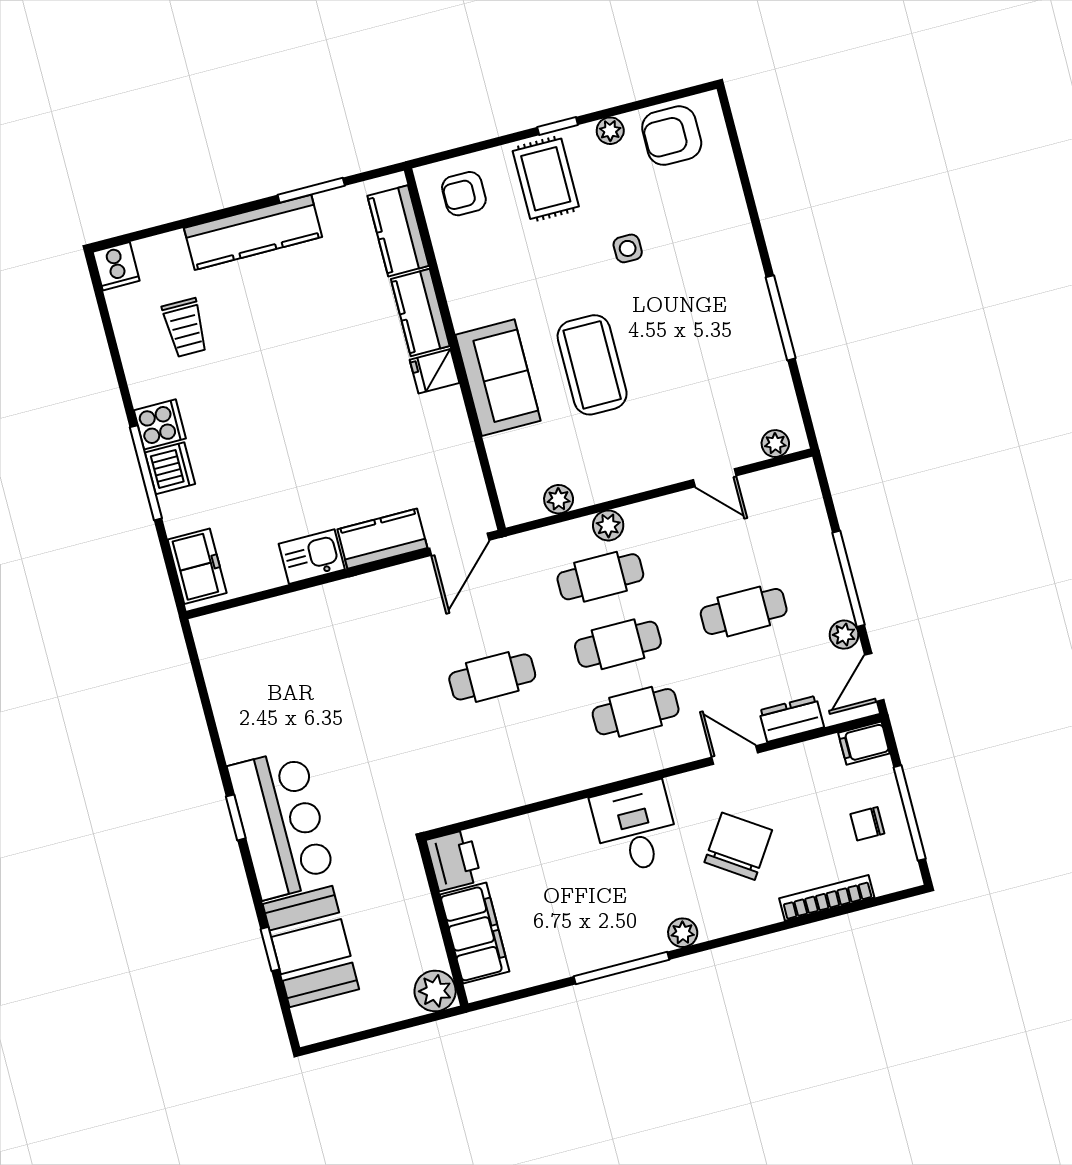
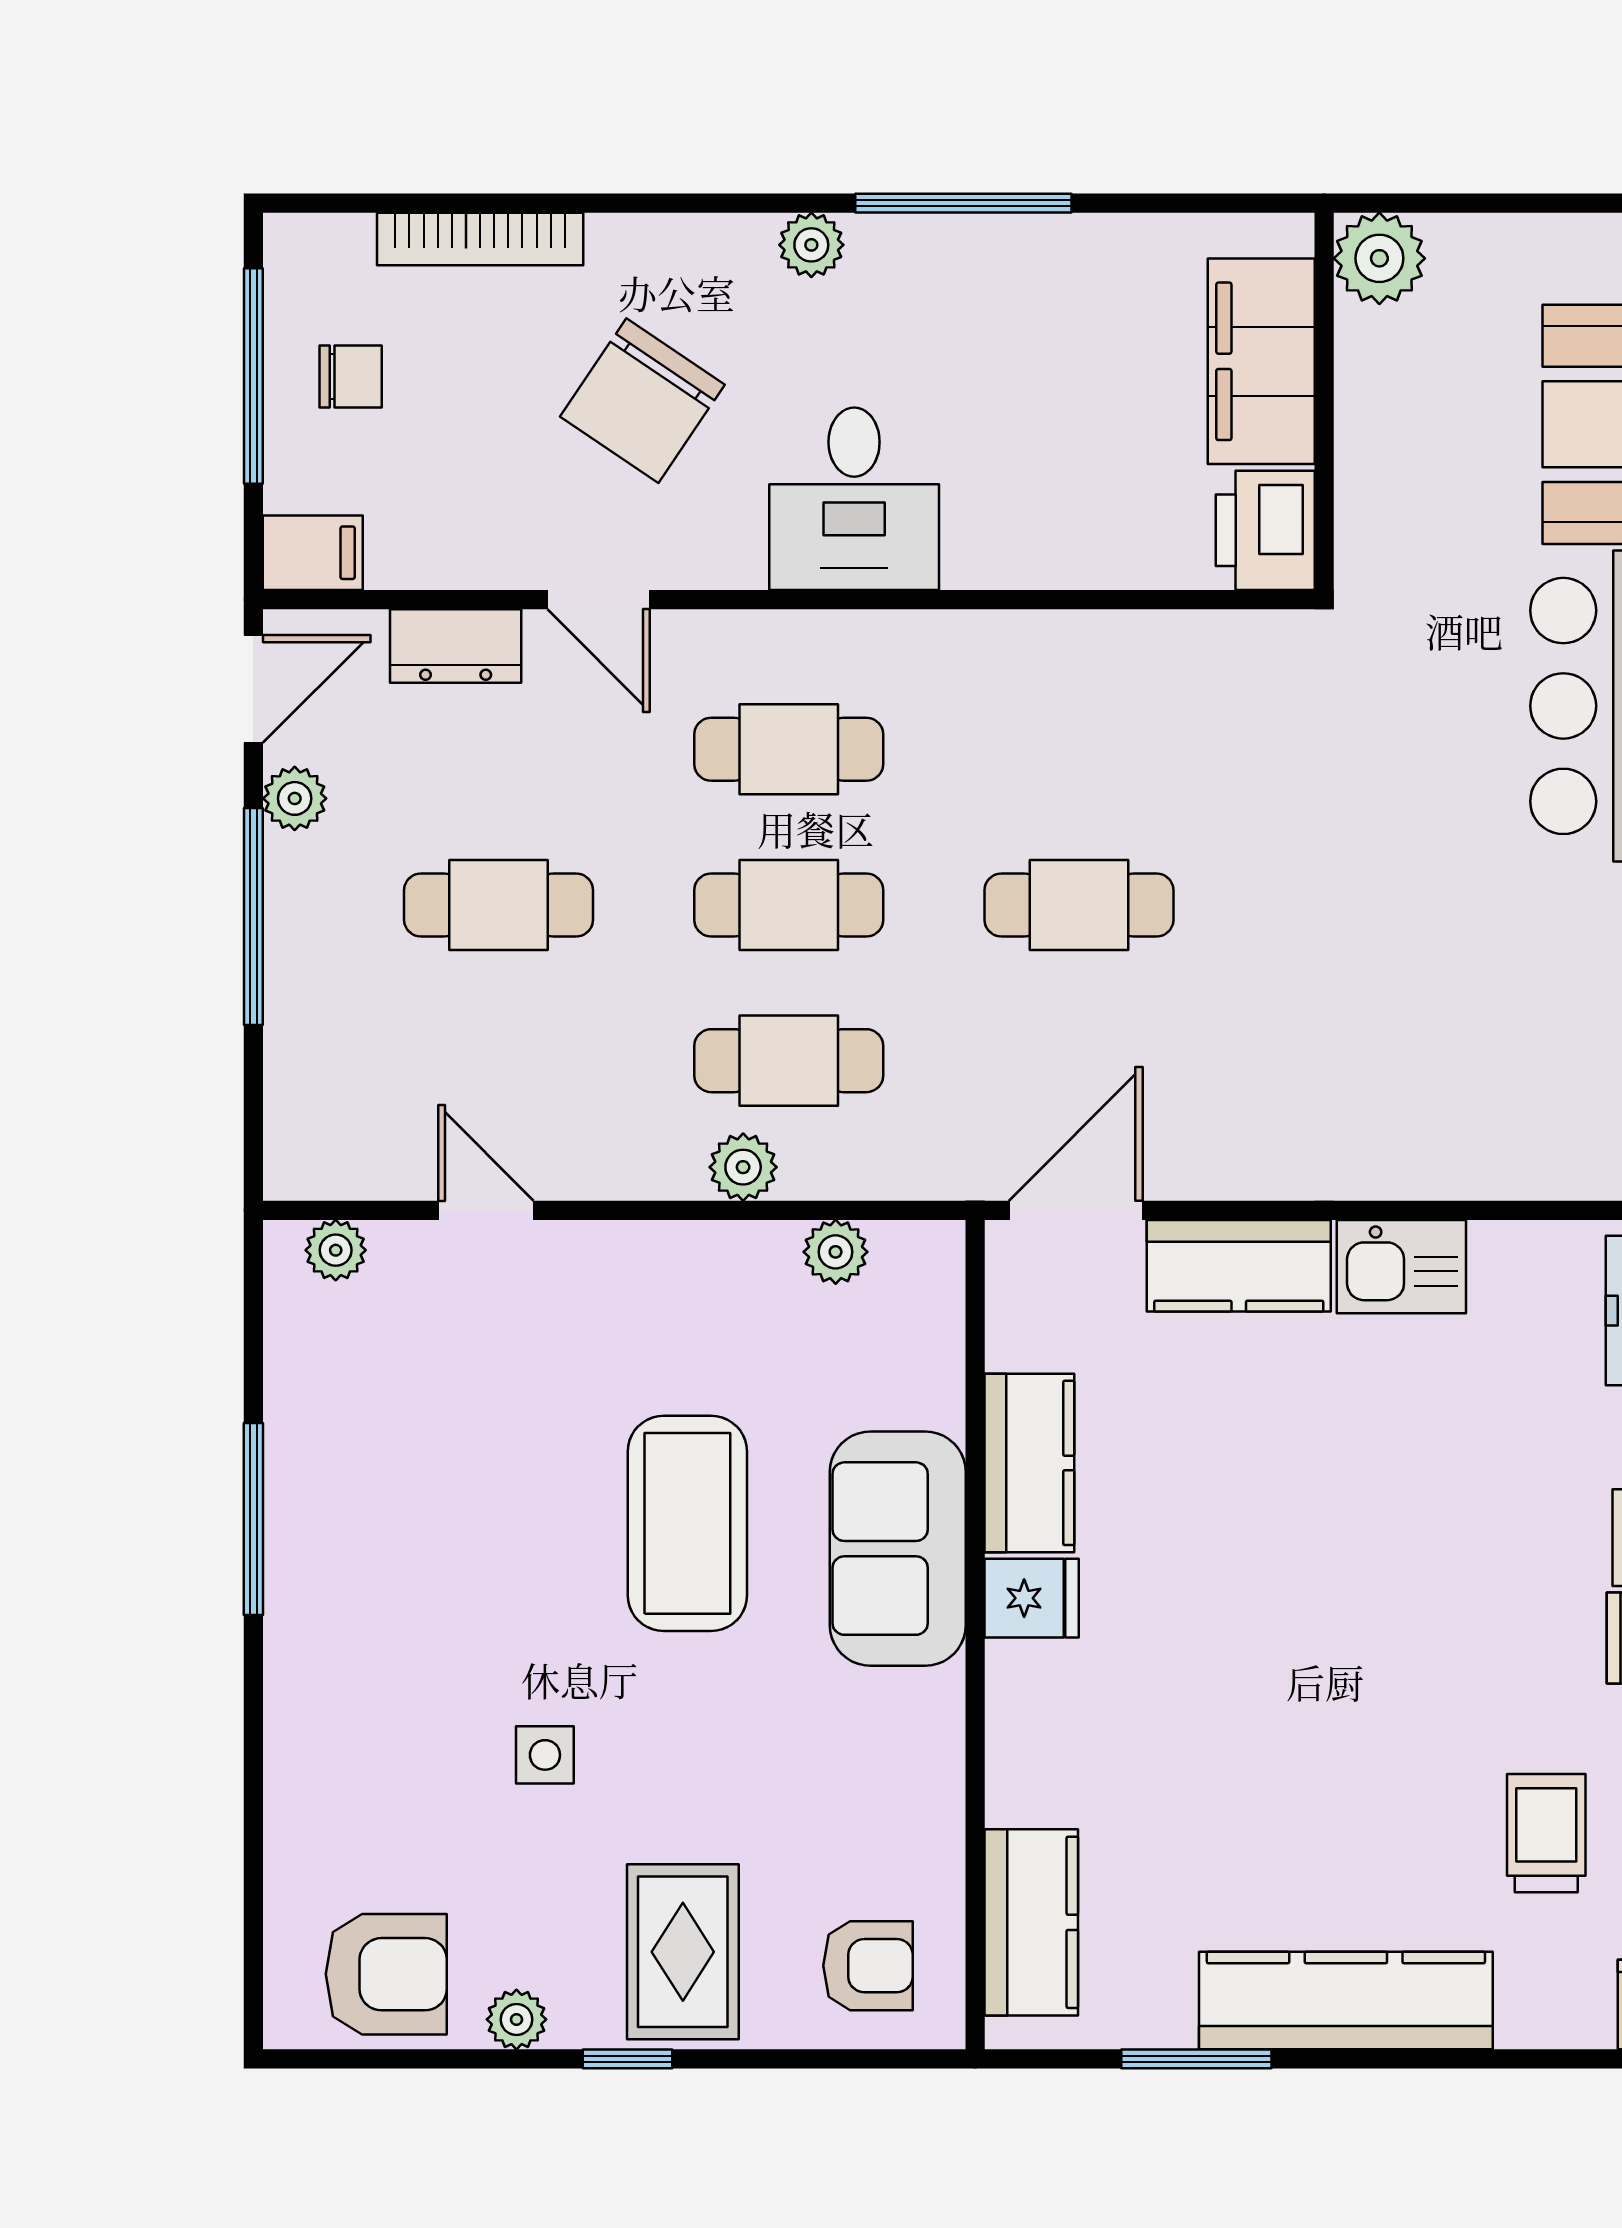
kitchen counter: (420, 313) -> (1029, 1463), moved

